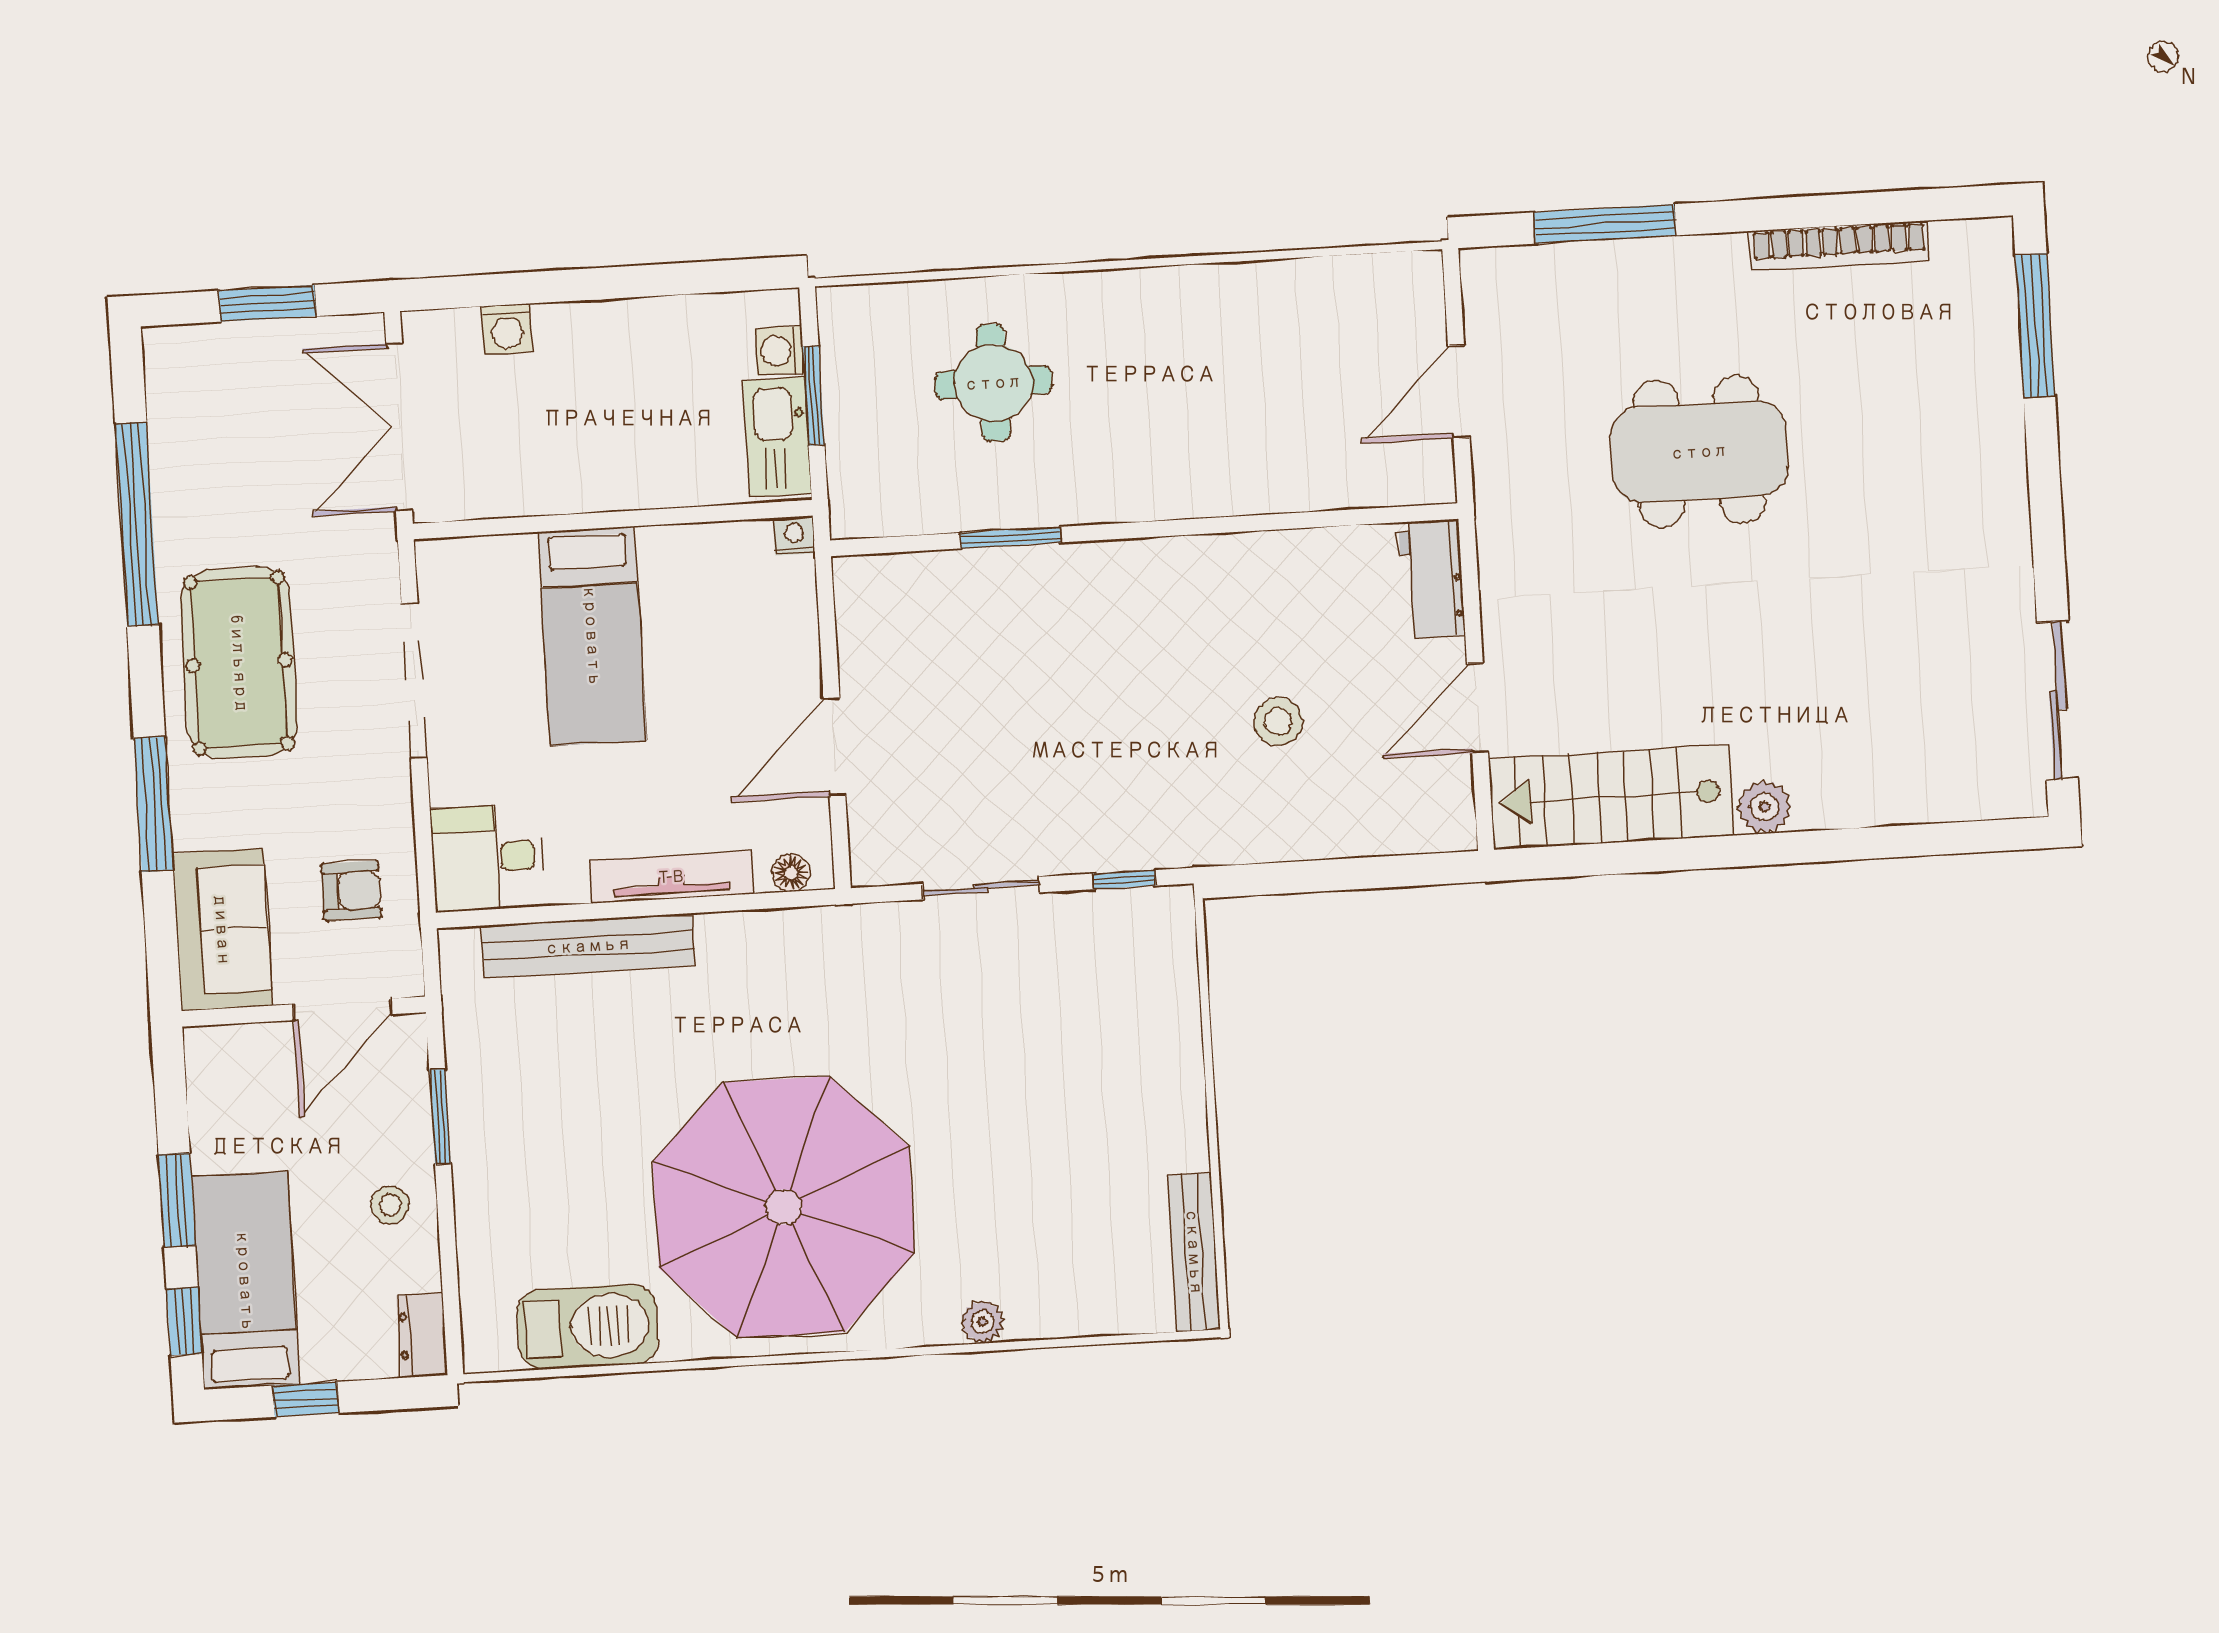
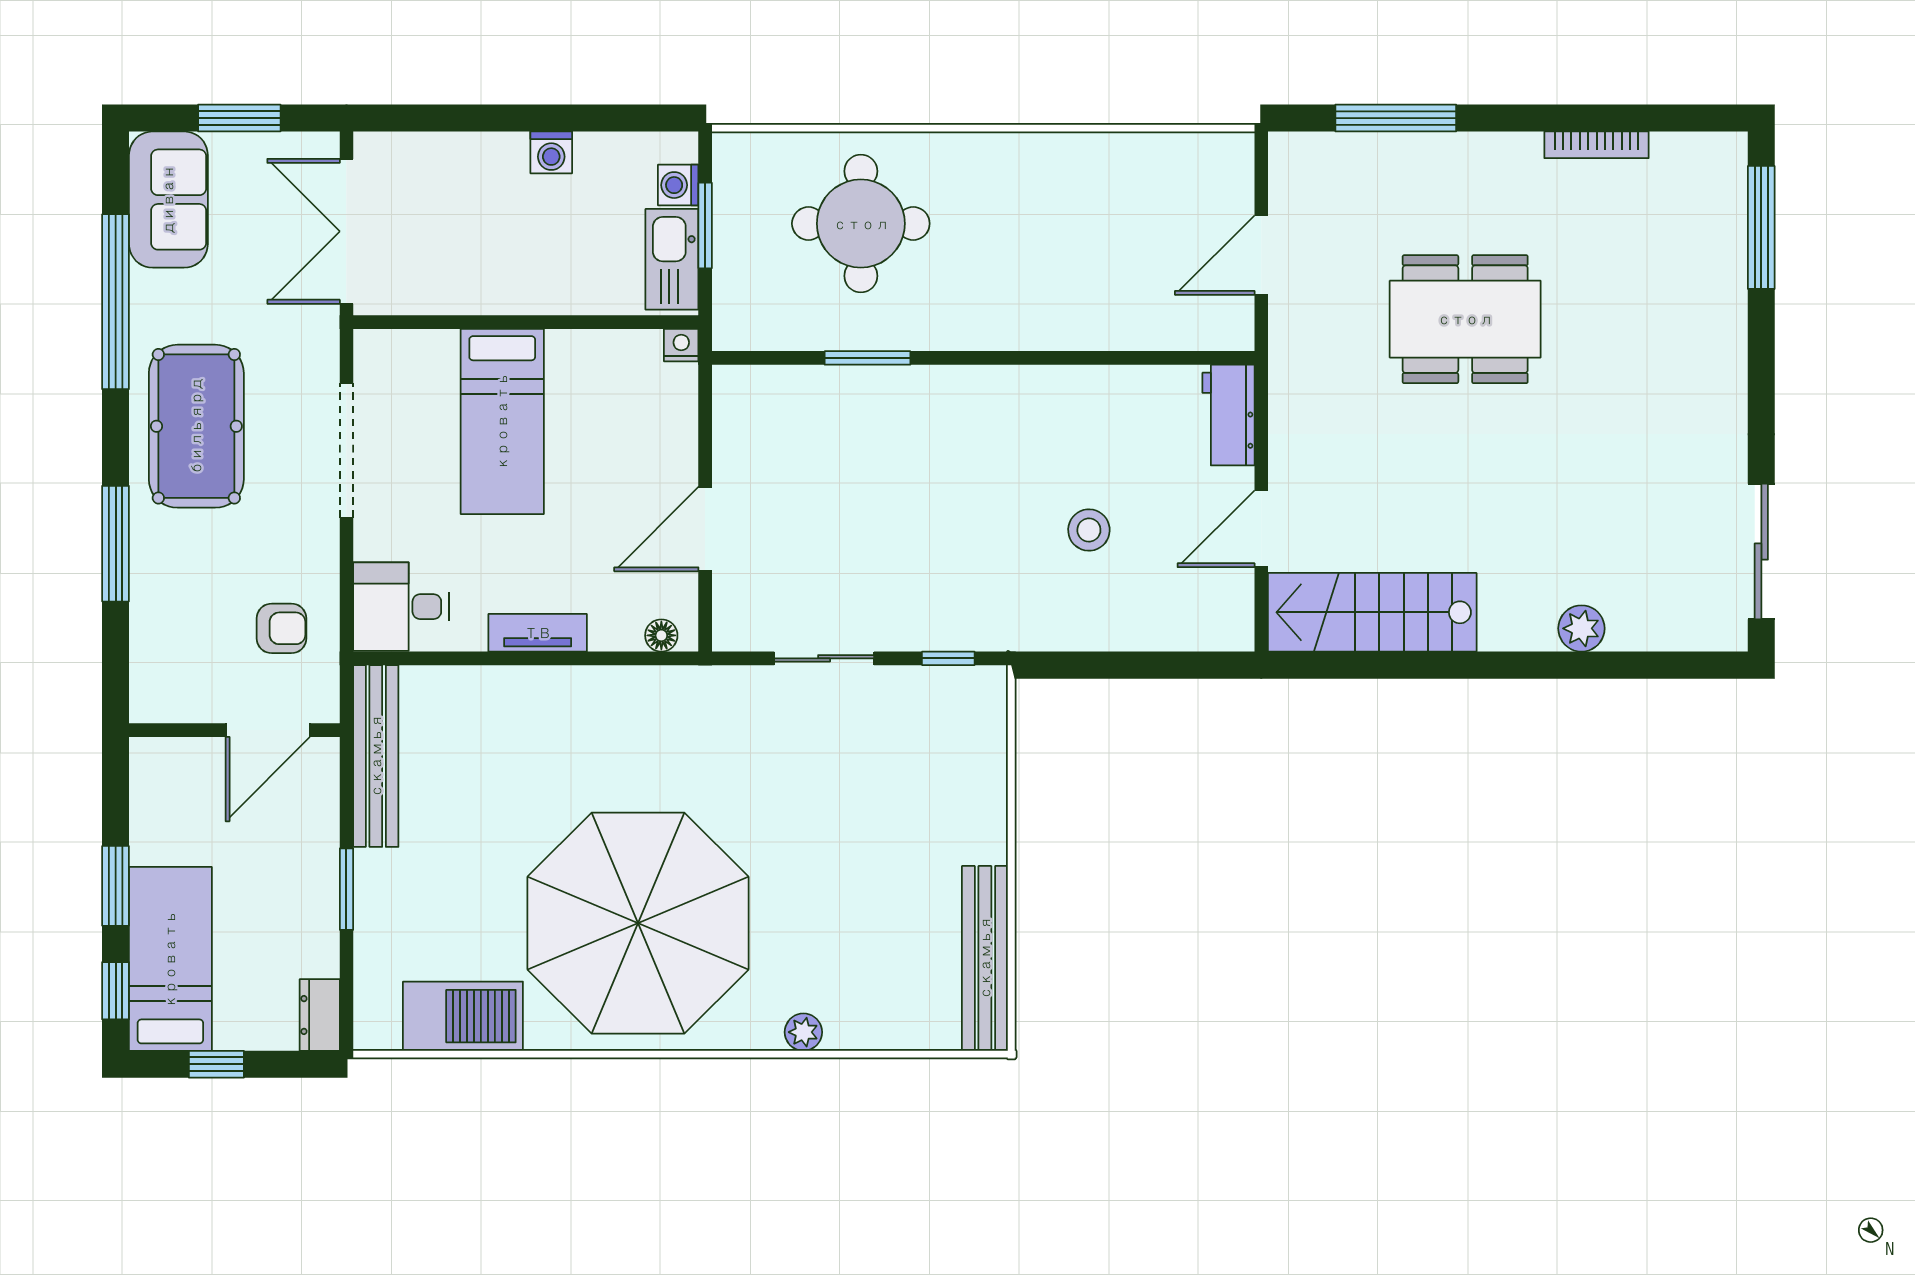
bookcase: (1839, 246) -> (1597, 145), width x0.68, depth x0.76
washing machine: (507, 329) -> (551, 152), moved
round table: (993, 383) -> (861, 224), width x1.36, depth x1.36
plant: (1764, 807) -> (1581, 628), moved
tv unit: (671, 877) -> (538, 633), width x0.71
sofa: (222, 930) -> (168, 200), moved
bench: (588, 946) -> (376, 756), moved, turned 90
window: (440, 1116) -> (346, 889), moved
stool: (390, 1205) -> (299, 901), removed
bench: (1194, 1252) -> (985, 958), width x1.37, depth x1.21

